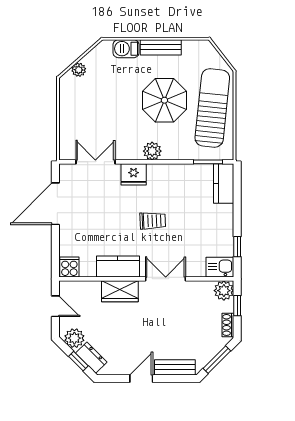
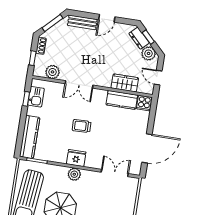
double door: (95, 162) -> (115, 173), swing flipped
fridge: (134, 174) -> (76, 158), moved
kitchen counter: (224, 184) -> (30, 137), width x1.50
kitchen counter: (118, 267) -> (122, 100), moved
kitchen sink: (220, 267) -> (36, 97), moved, turned -90
wardrobe: (120, 291) -> (125, 83), moved
plant: (224, 291) -> (53, 72), moved

